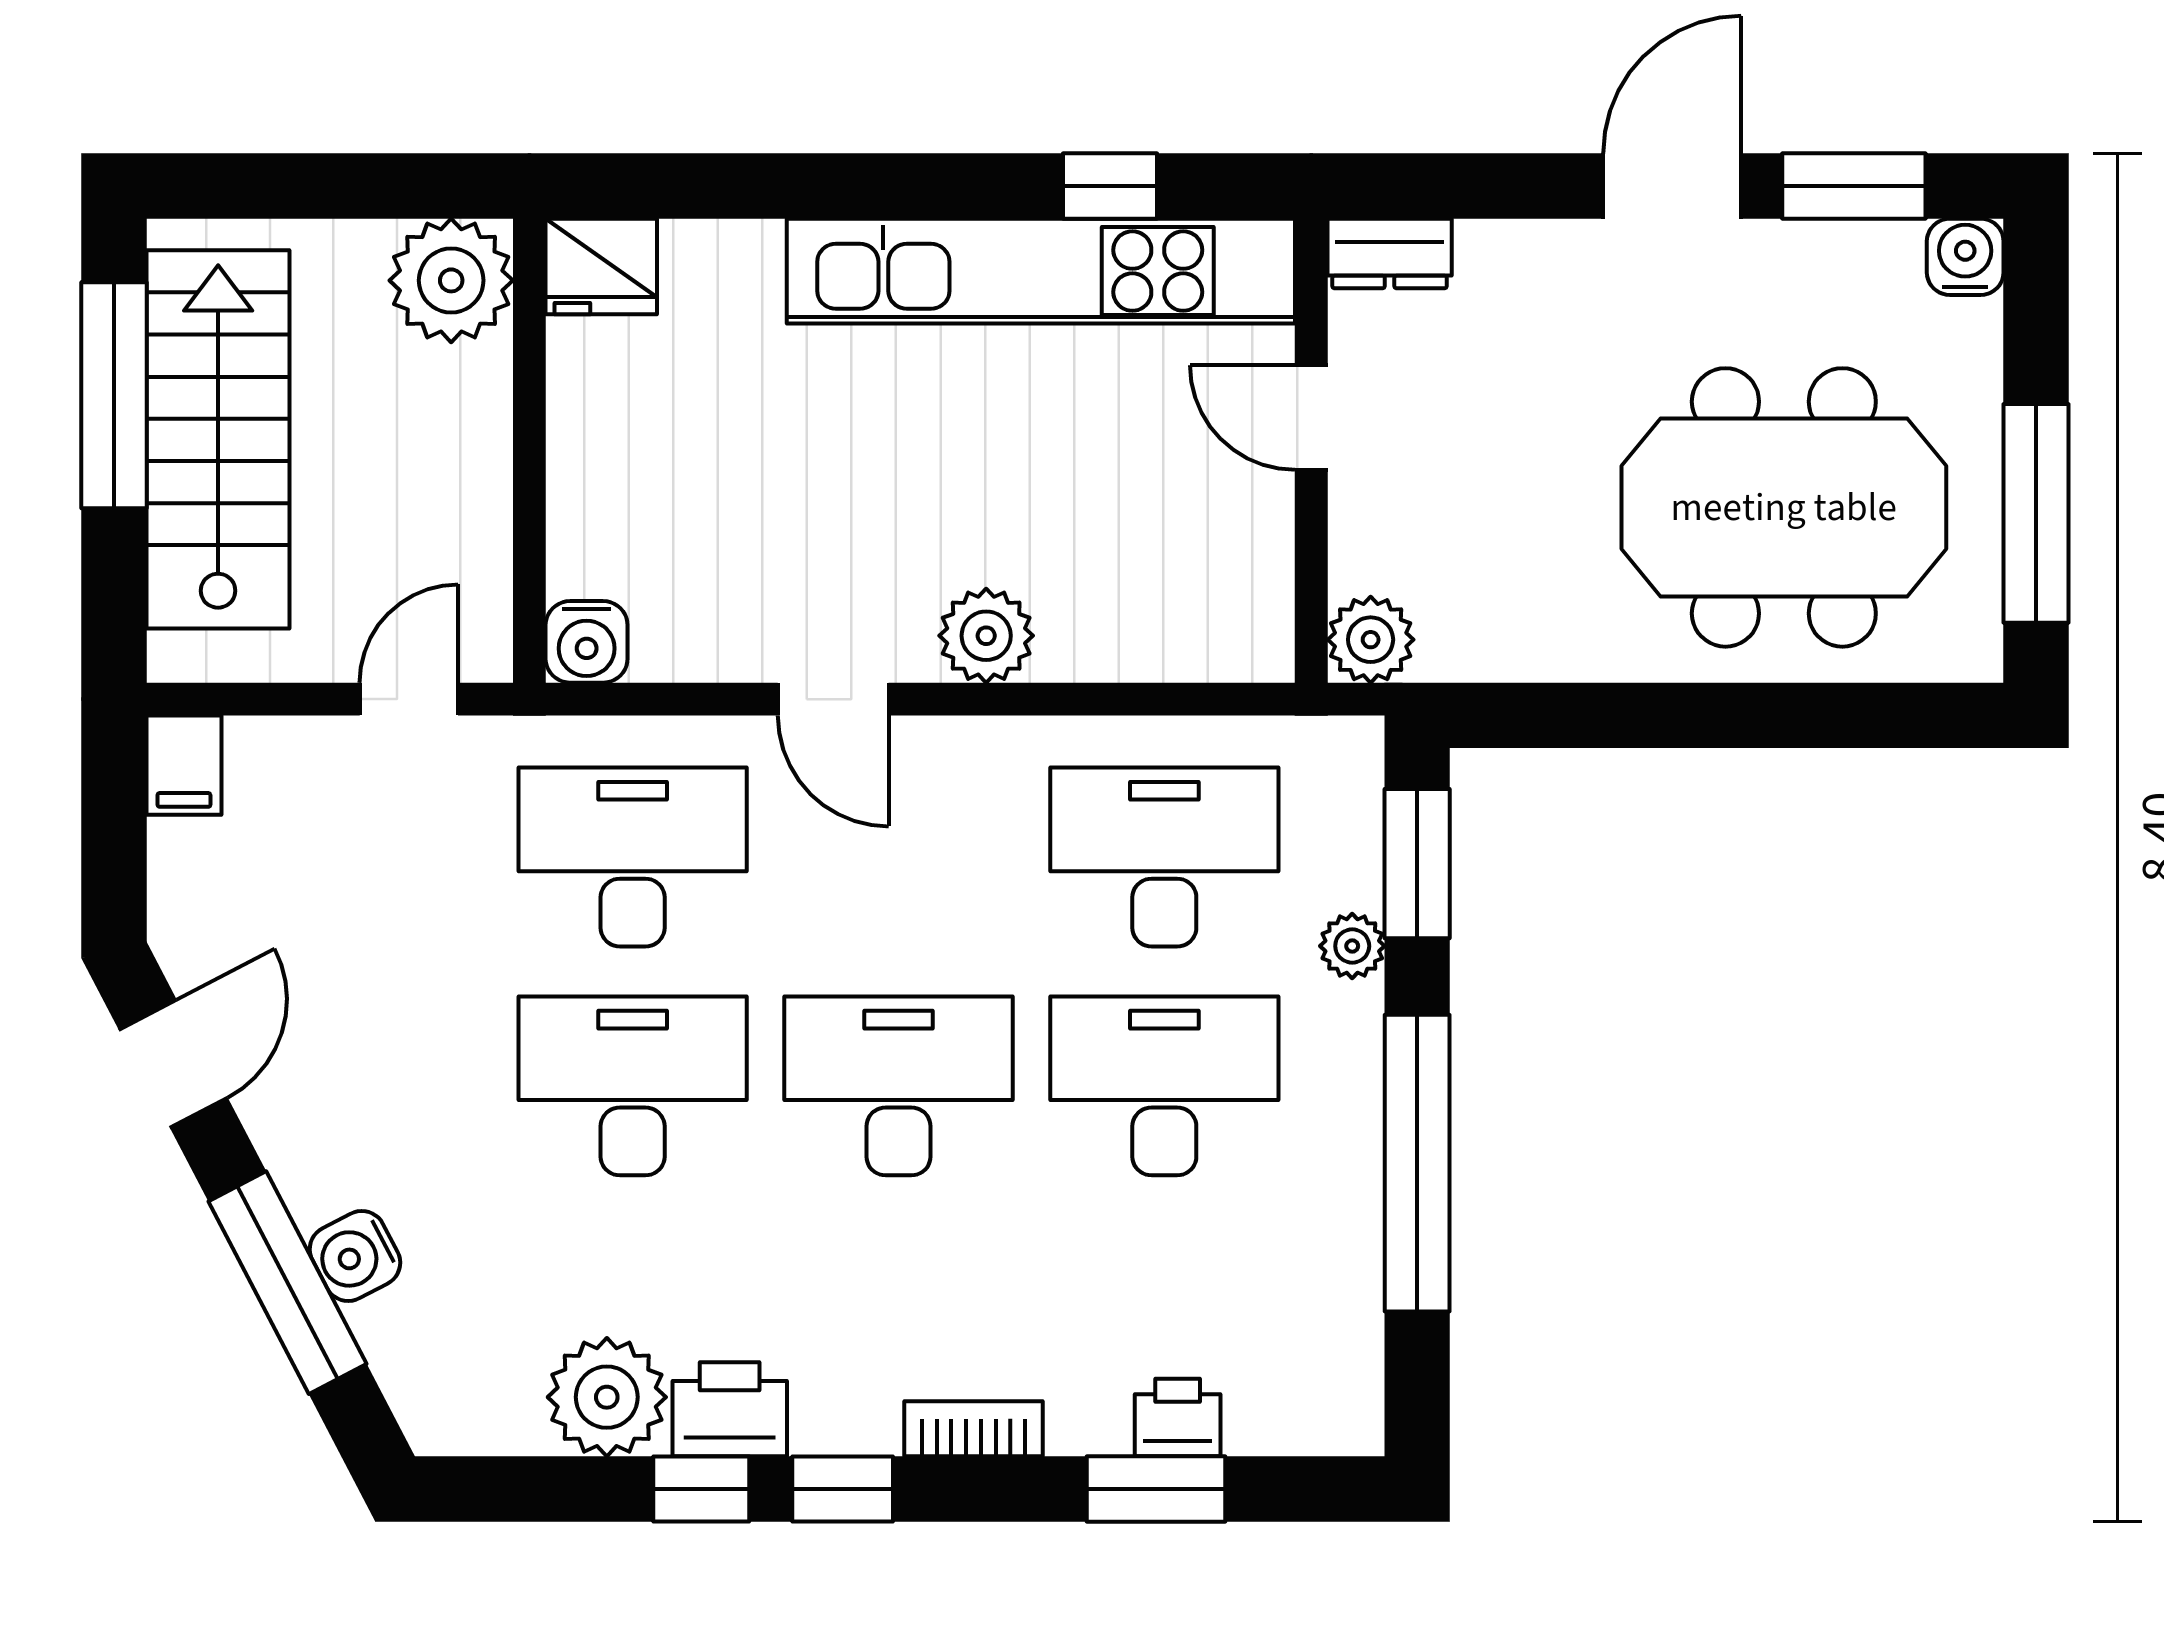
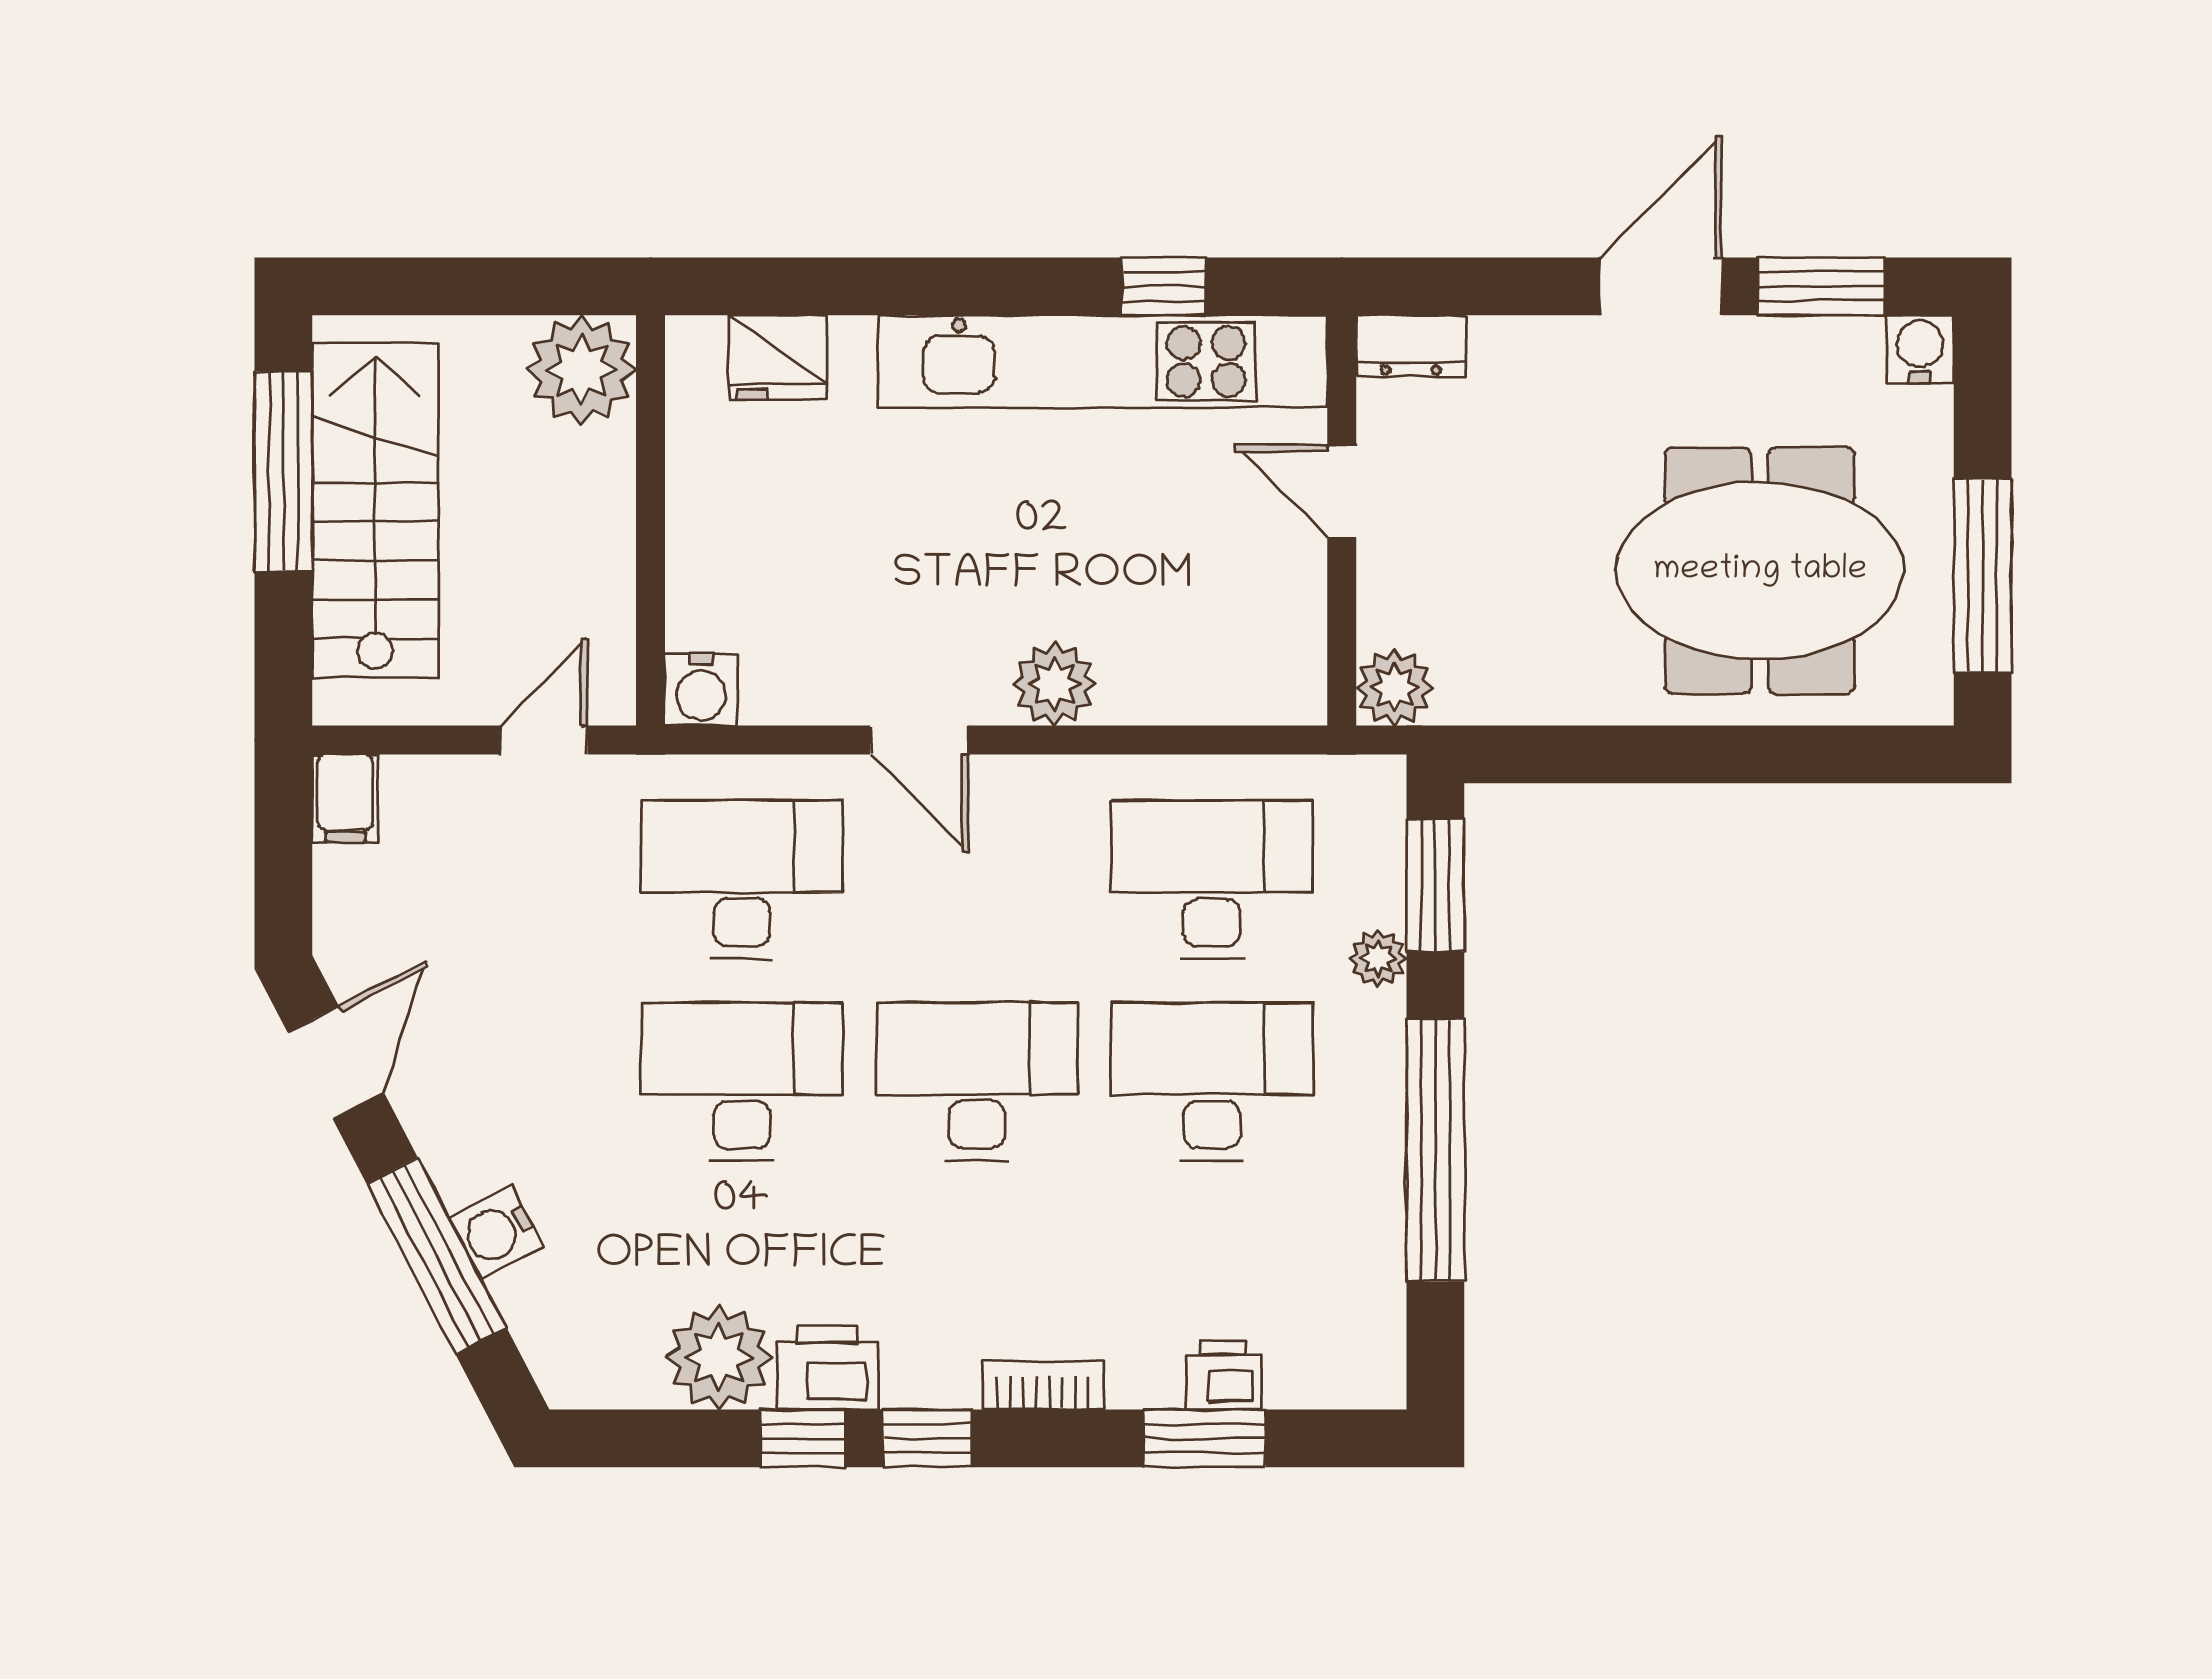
fridge: (601, 266) -> (778, 357), moved

